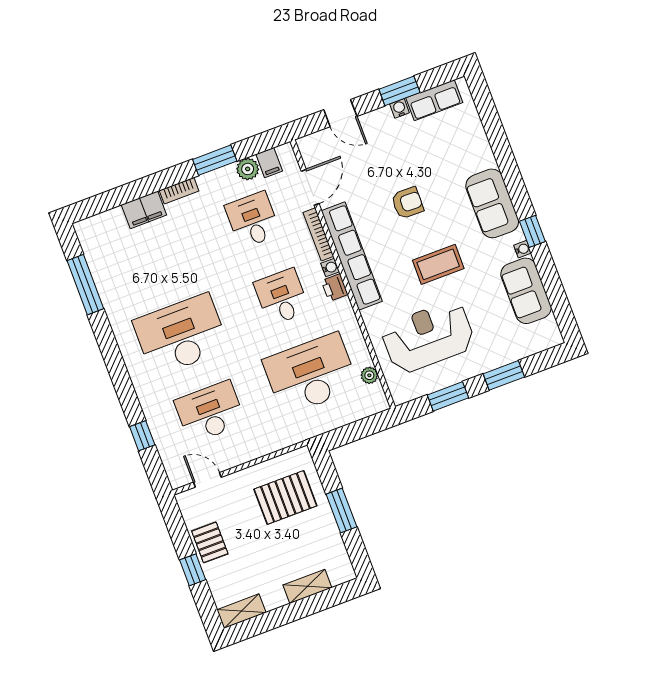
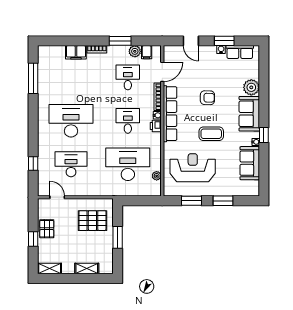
plant: (478, 155) -> (251, 87), added

